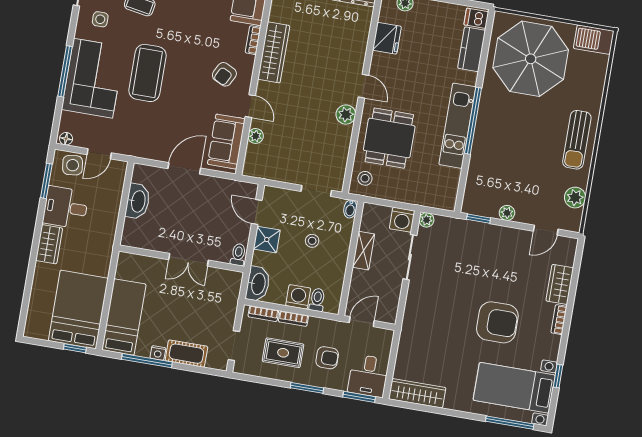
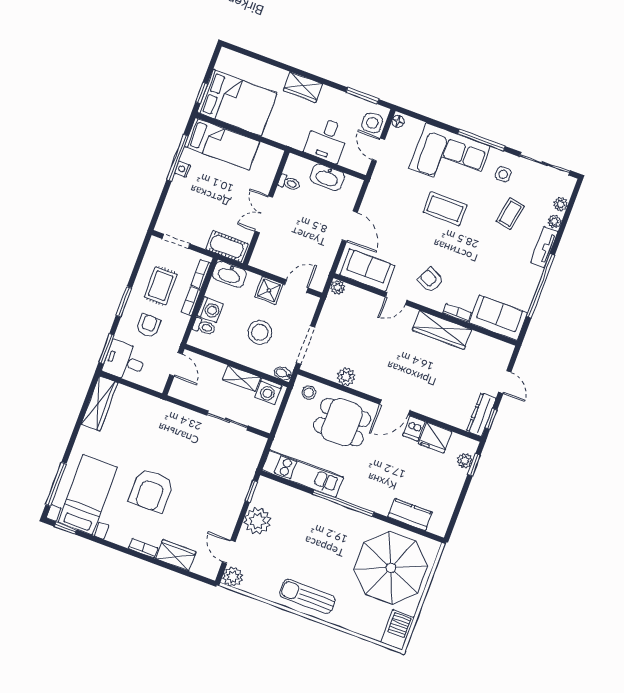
dishwasher: (476, 18) -> (414, 429), moved, turned 180
window: (65, 71) -> (482, 140), moved
coffee table: (148, 73) -> (445, 209), width x0.73, depth x0.76
door: (363, 86) -> (395, 407), width x1.37
plant: (346, 115) -> (346, 377), moved
kitchen unit: (457, 126) -> (303, 473), moved
plant: (256, 136) -> (338, 287), moved
doorway: (316, 191) -> (306, 345), width x1.38
plant: (575, 198) -> (233, 577), moved
desk: (66, 207) -> (327, 140), moved, turned 180
plant: (507, 213) -> (257, 521), width x1.88, depth x1.88
washing machine: (402, 220) -> (268, 391), moved, turned -90
plant: (426, 220) -> (259, 443), removed
stool: (312, 241) -> (260, 332), width x1.89, depth x1.89
toilet: (238, 255) -> (289, 183), moved
cot: (186, 354) -> (227, 246), moved, turned 90
armchair: (327, 358) -> (148, 326), turned 180
window: (558, 376) -> (65, 528), moved

